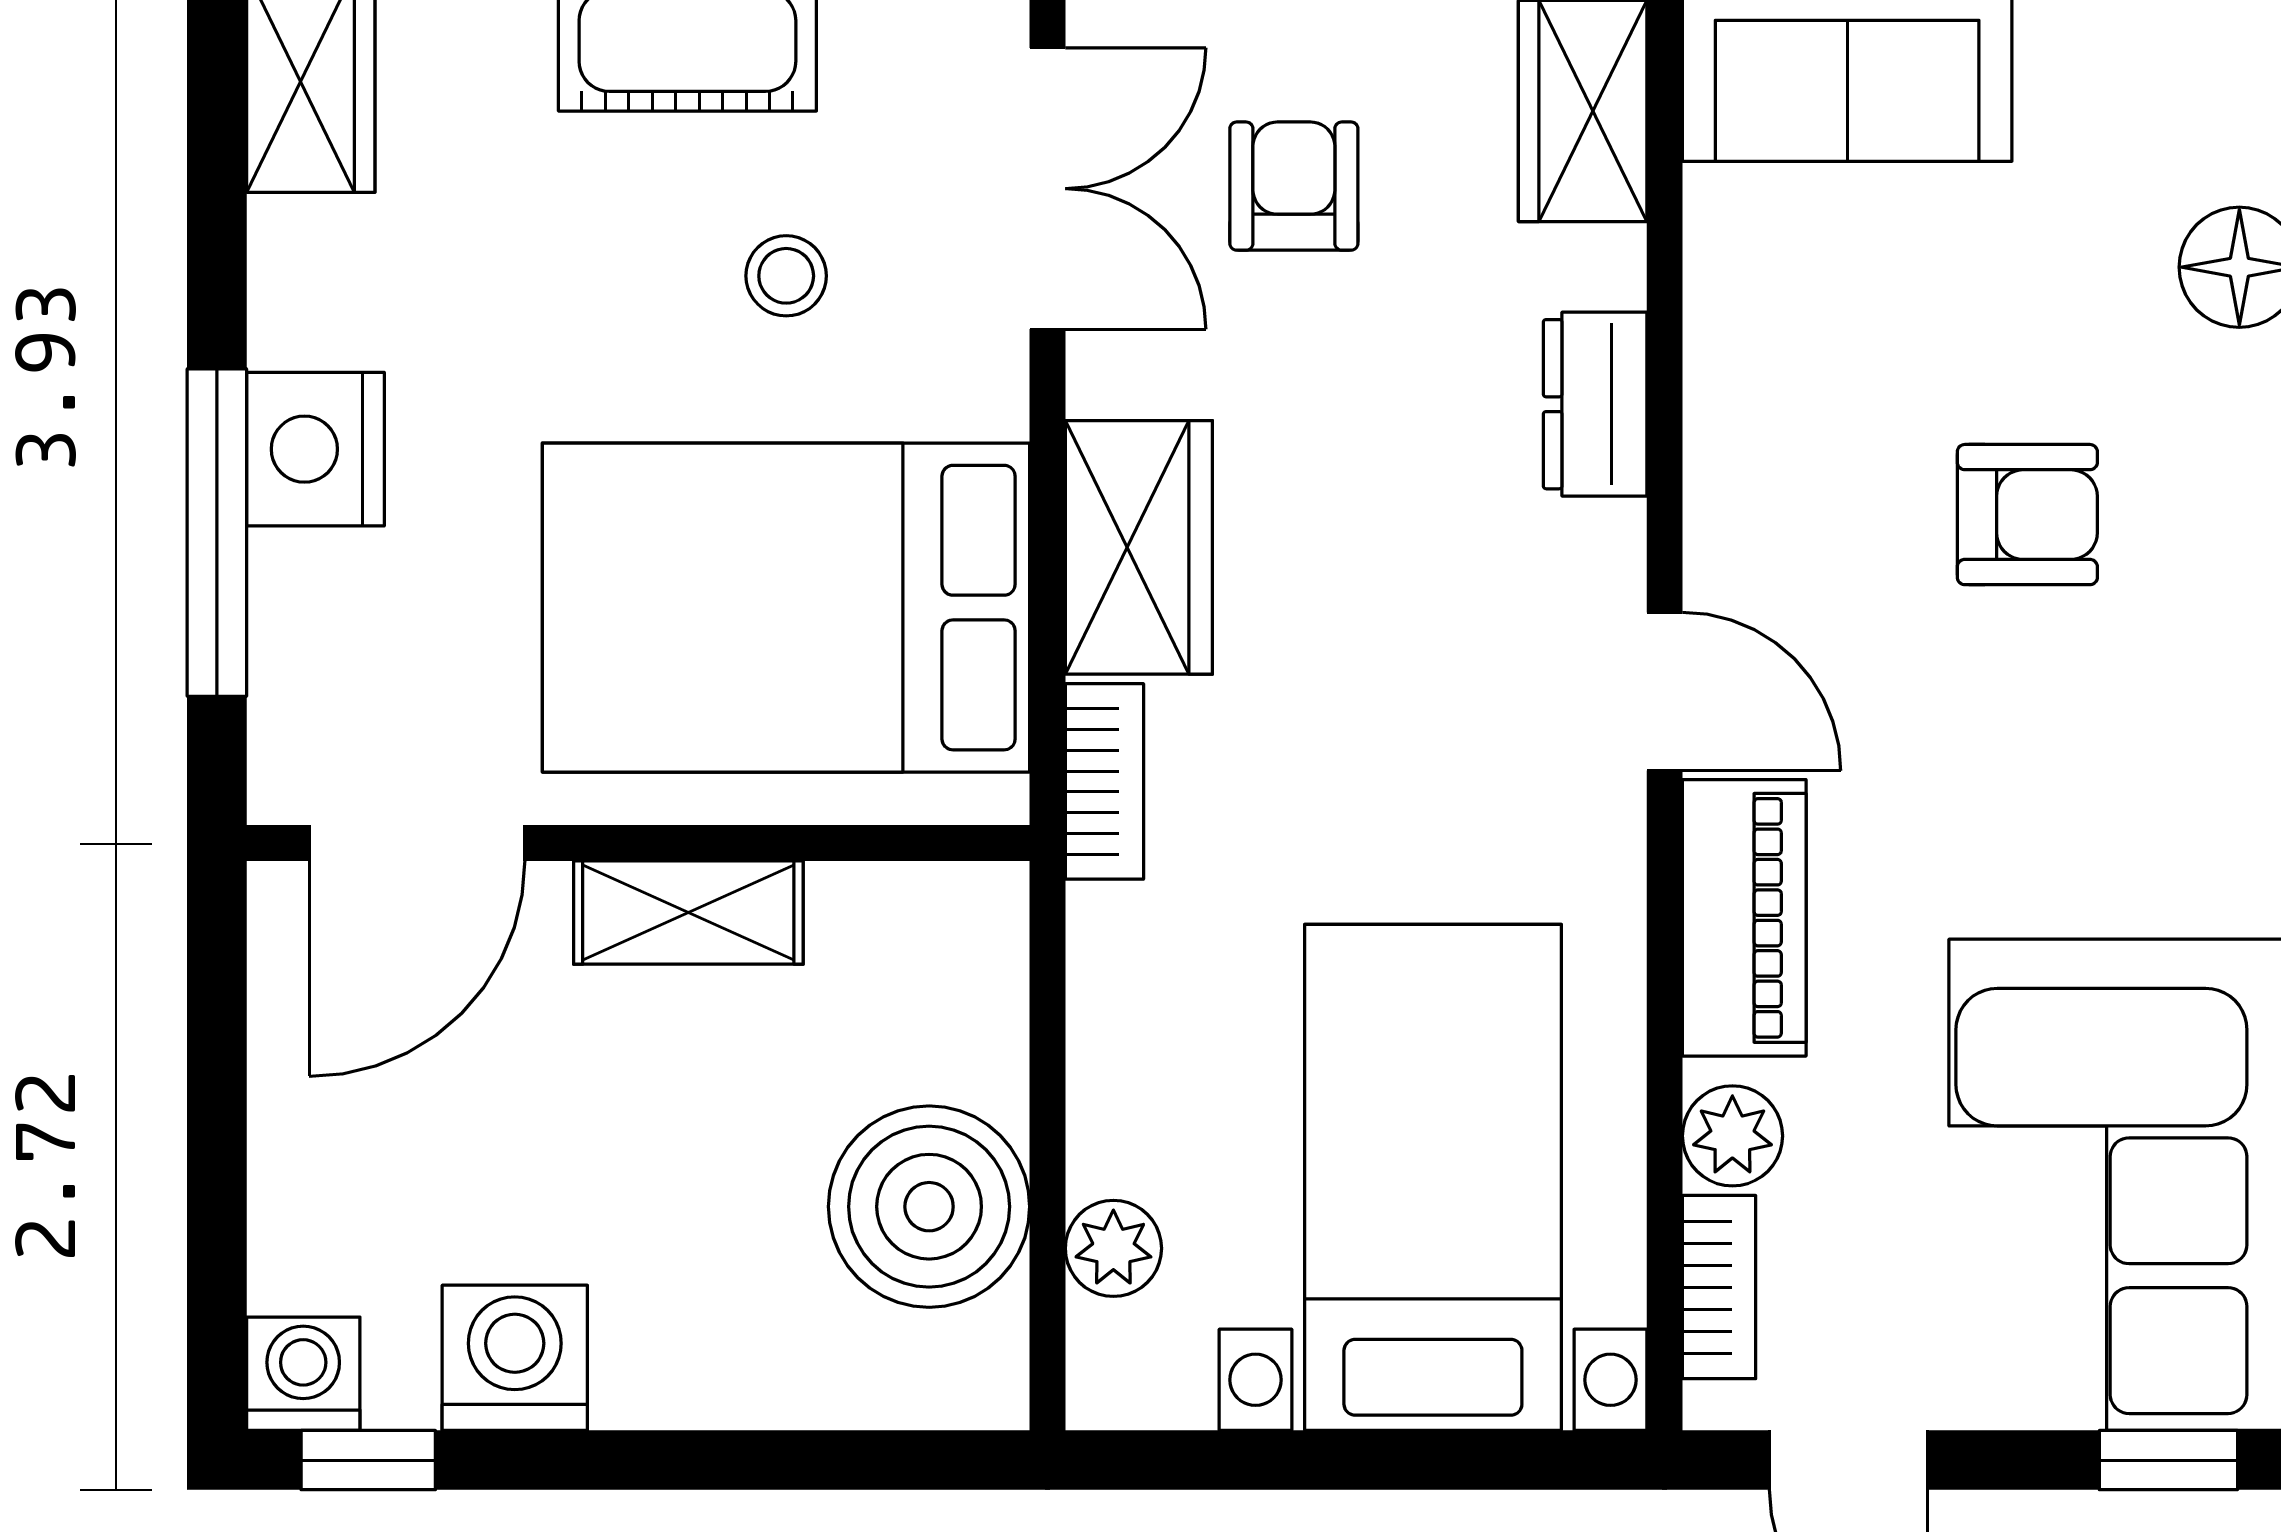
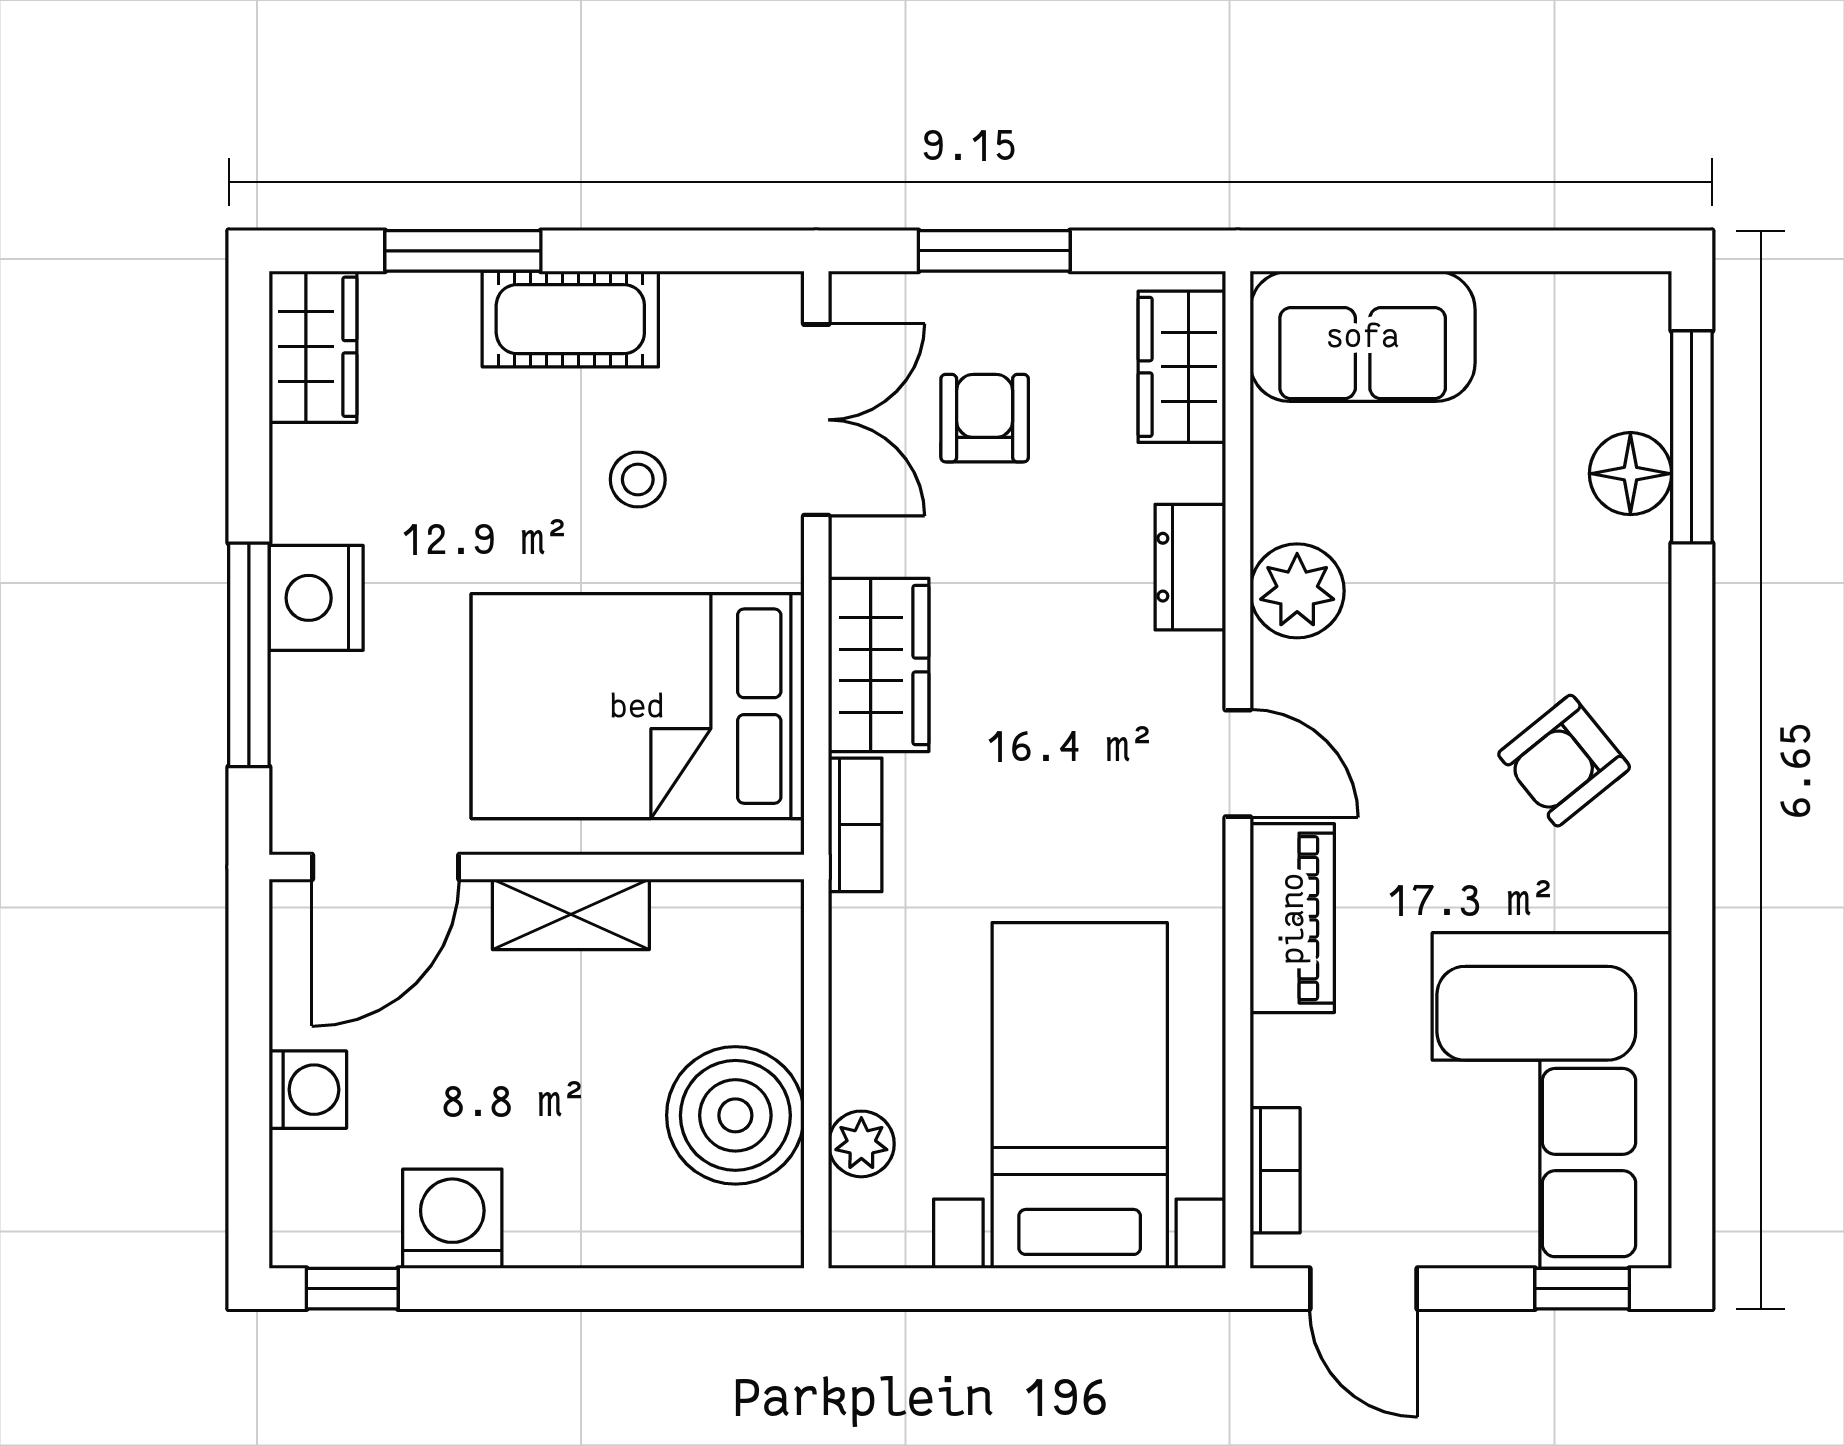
armchair: (2027, 515) -> (1564, 761), moved, turned 141
plant: (1732, 1136) -> (1297, 591), moved, width x1.38, depth x1.38
washing machine: (303, 1374) -> (308, 1090), moved, turned 90

